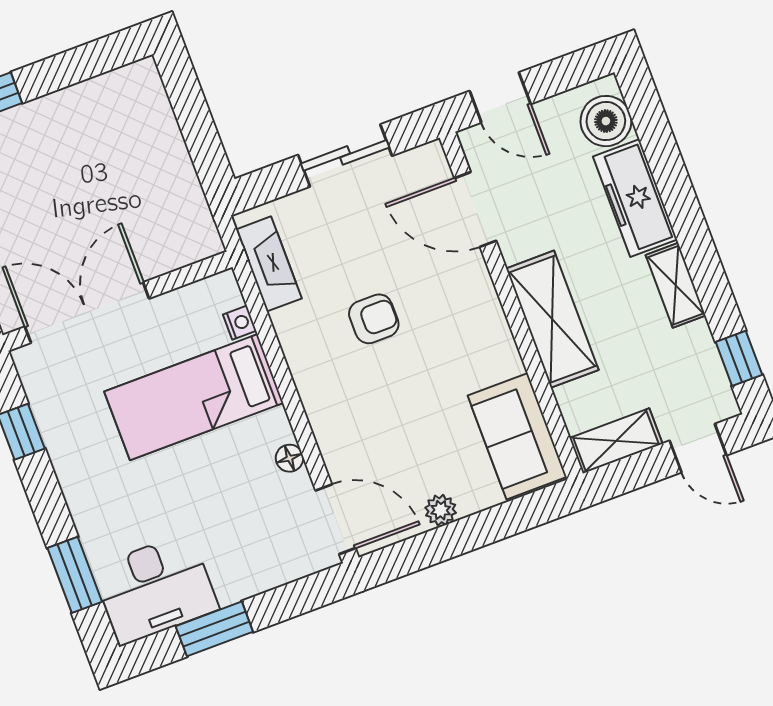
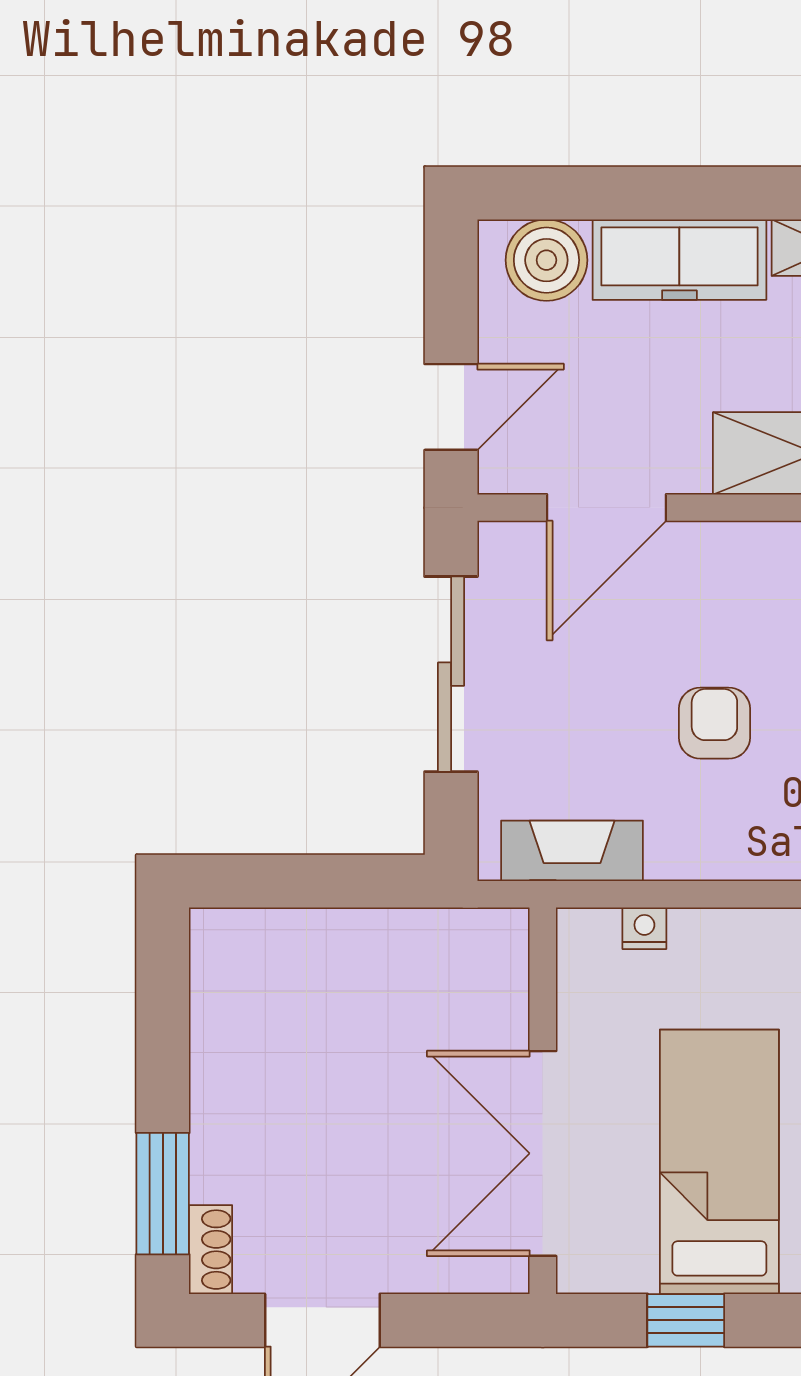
sliding door: (345, 155) -> (451, 674), width x1.37
bed: (194, 397) -> (719, 1162), moved, turned 180

